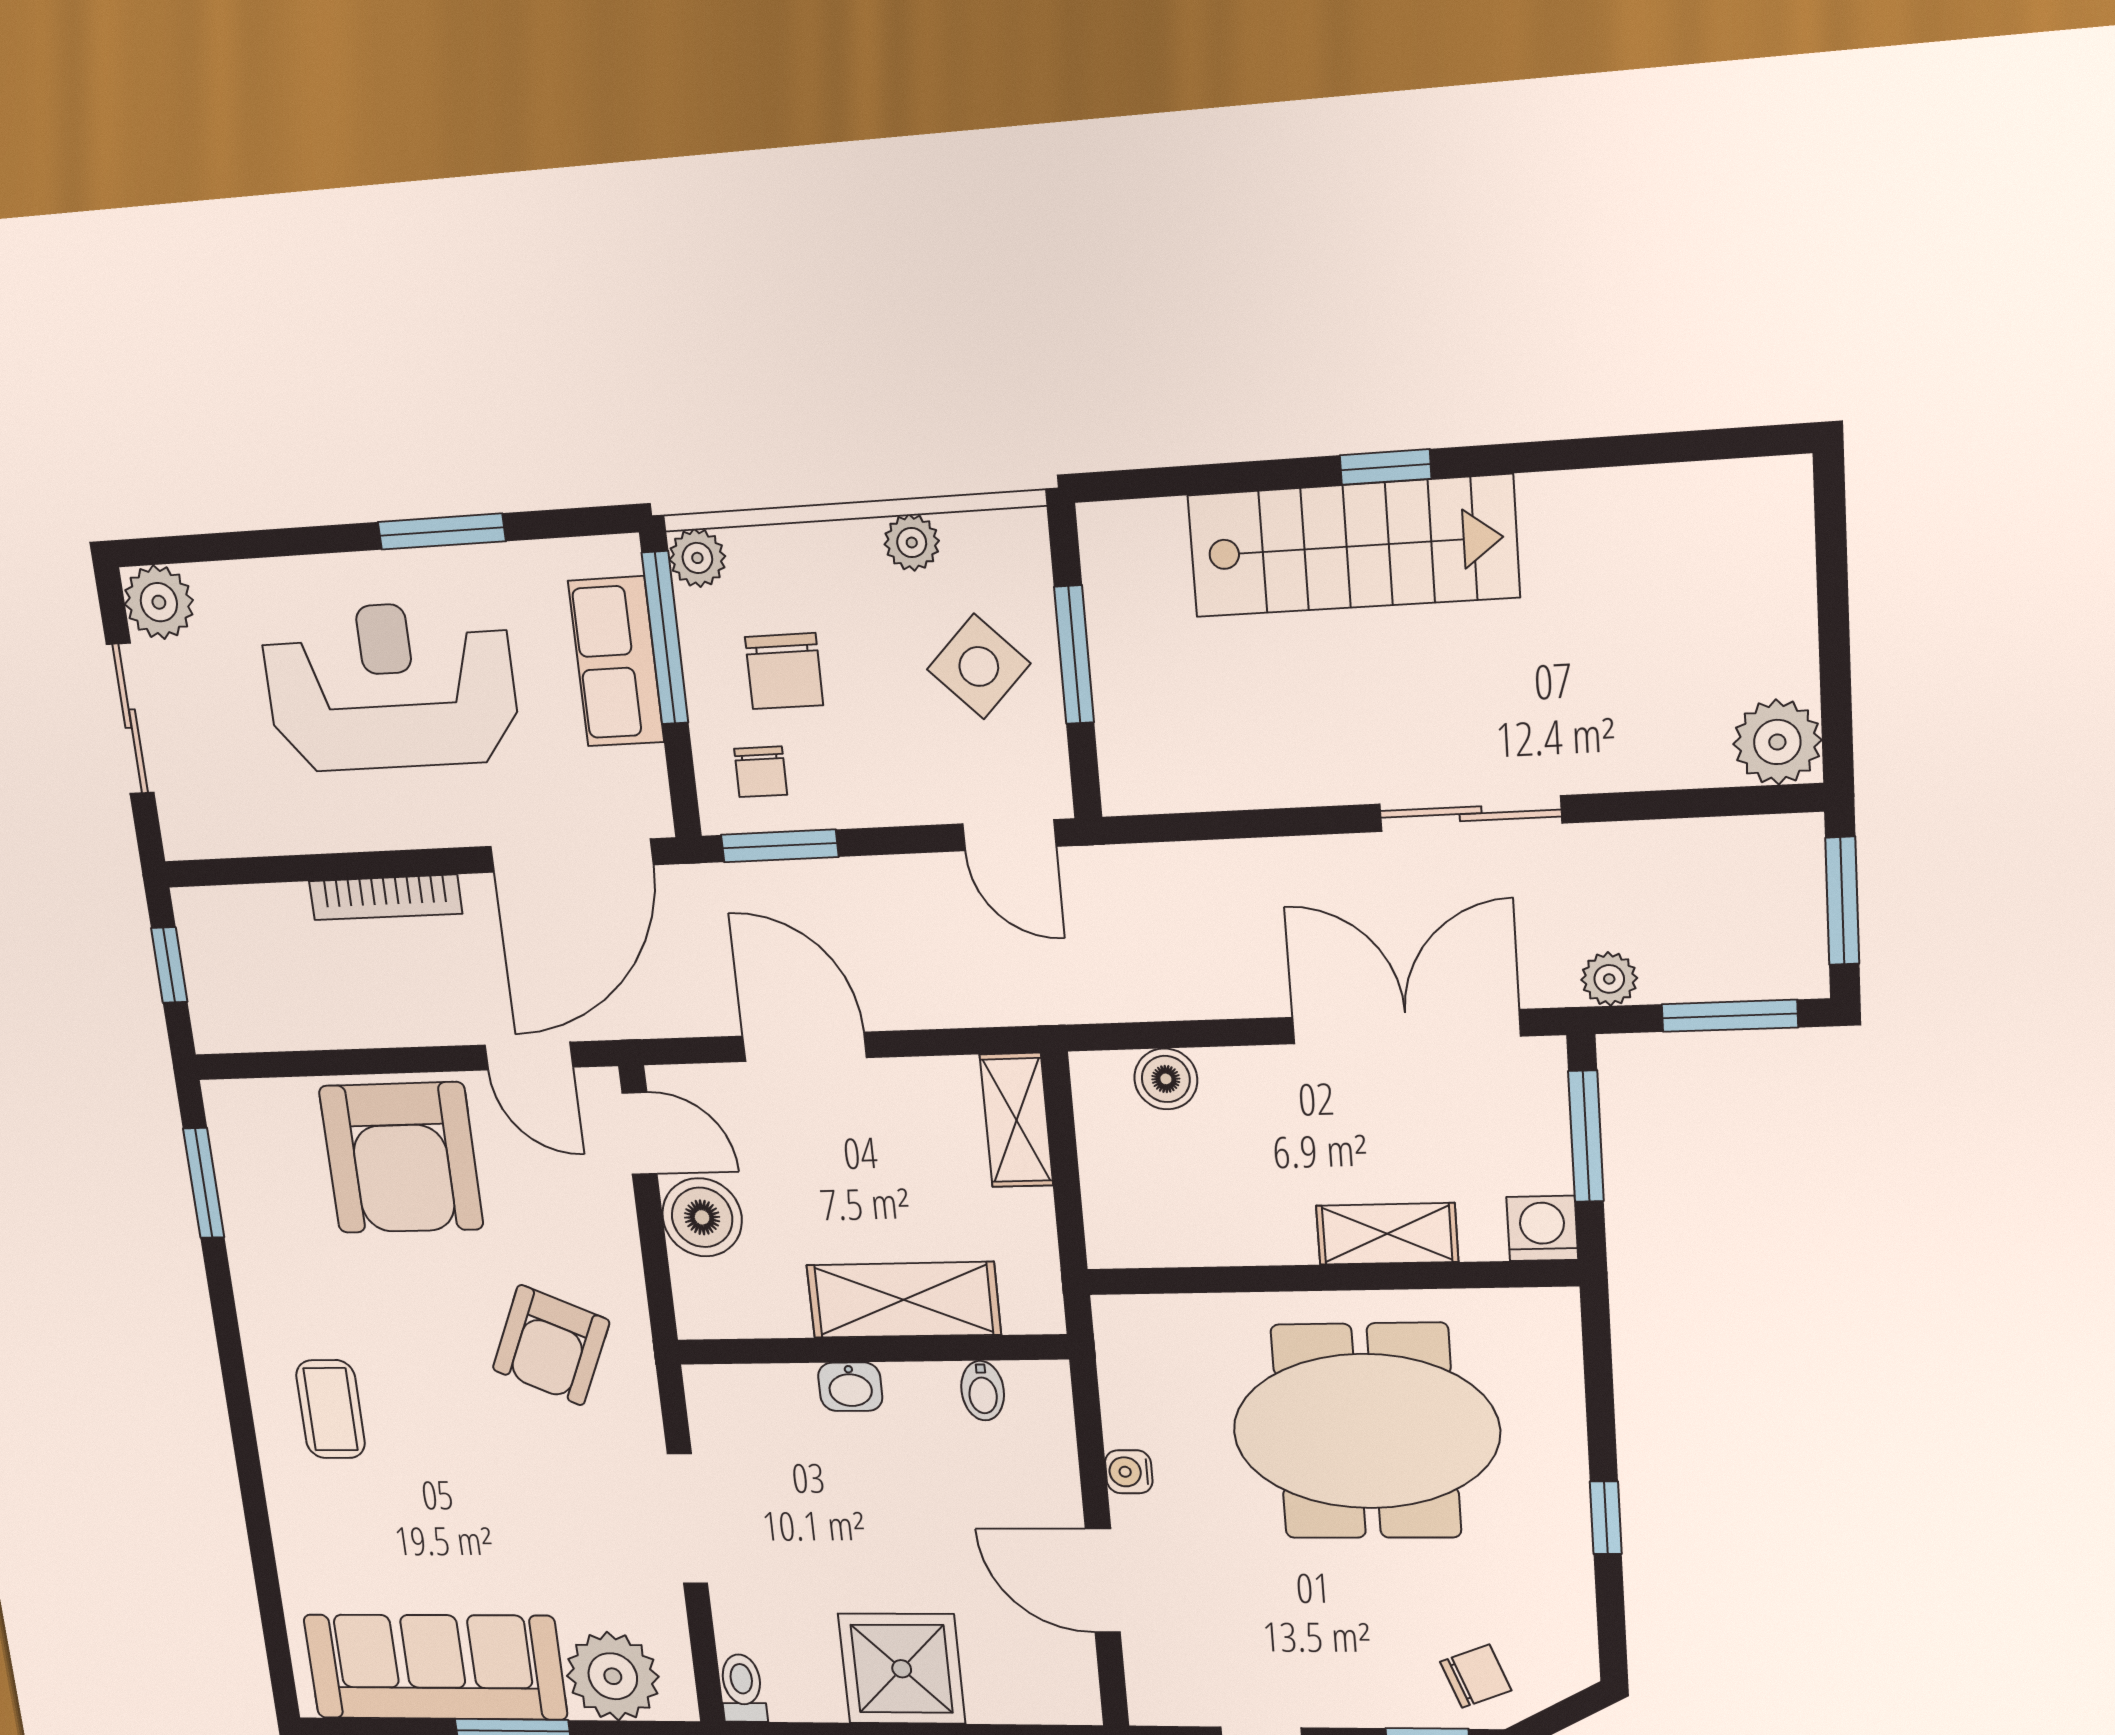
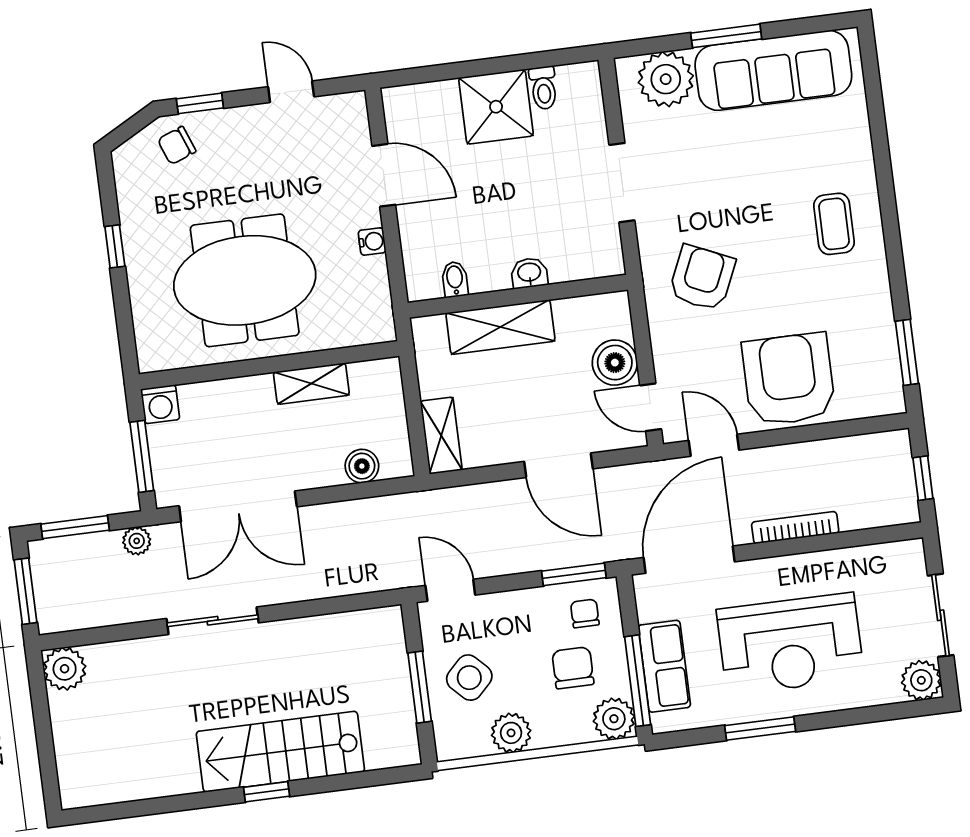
plant: (912, 543) -> (511, 733), width x1.38, depth x1.38
plant: (697, 558) -> (614, 719), width x1.38, depth x1.38
shelving: (1387, 1234) -> (311, 384), moved
toilet: (742, 1688) -> (543, 88), moved

